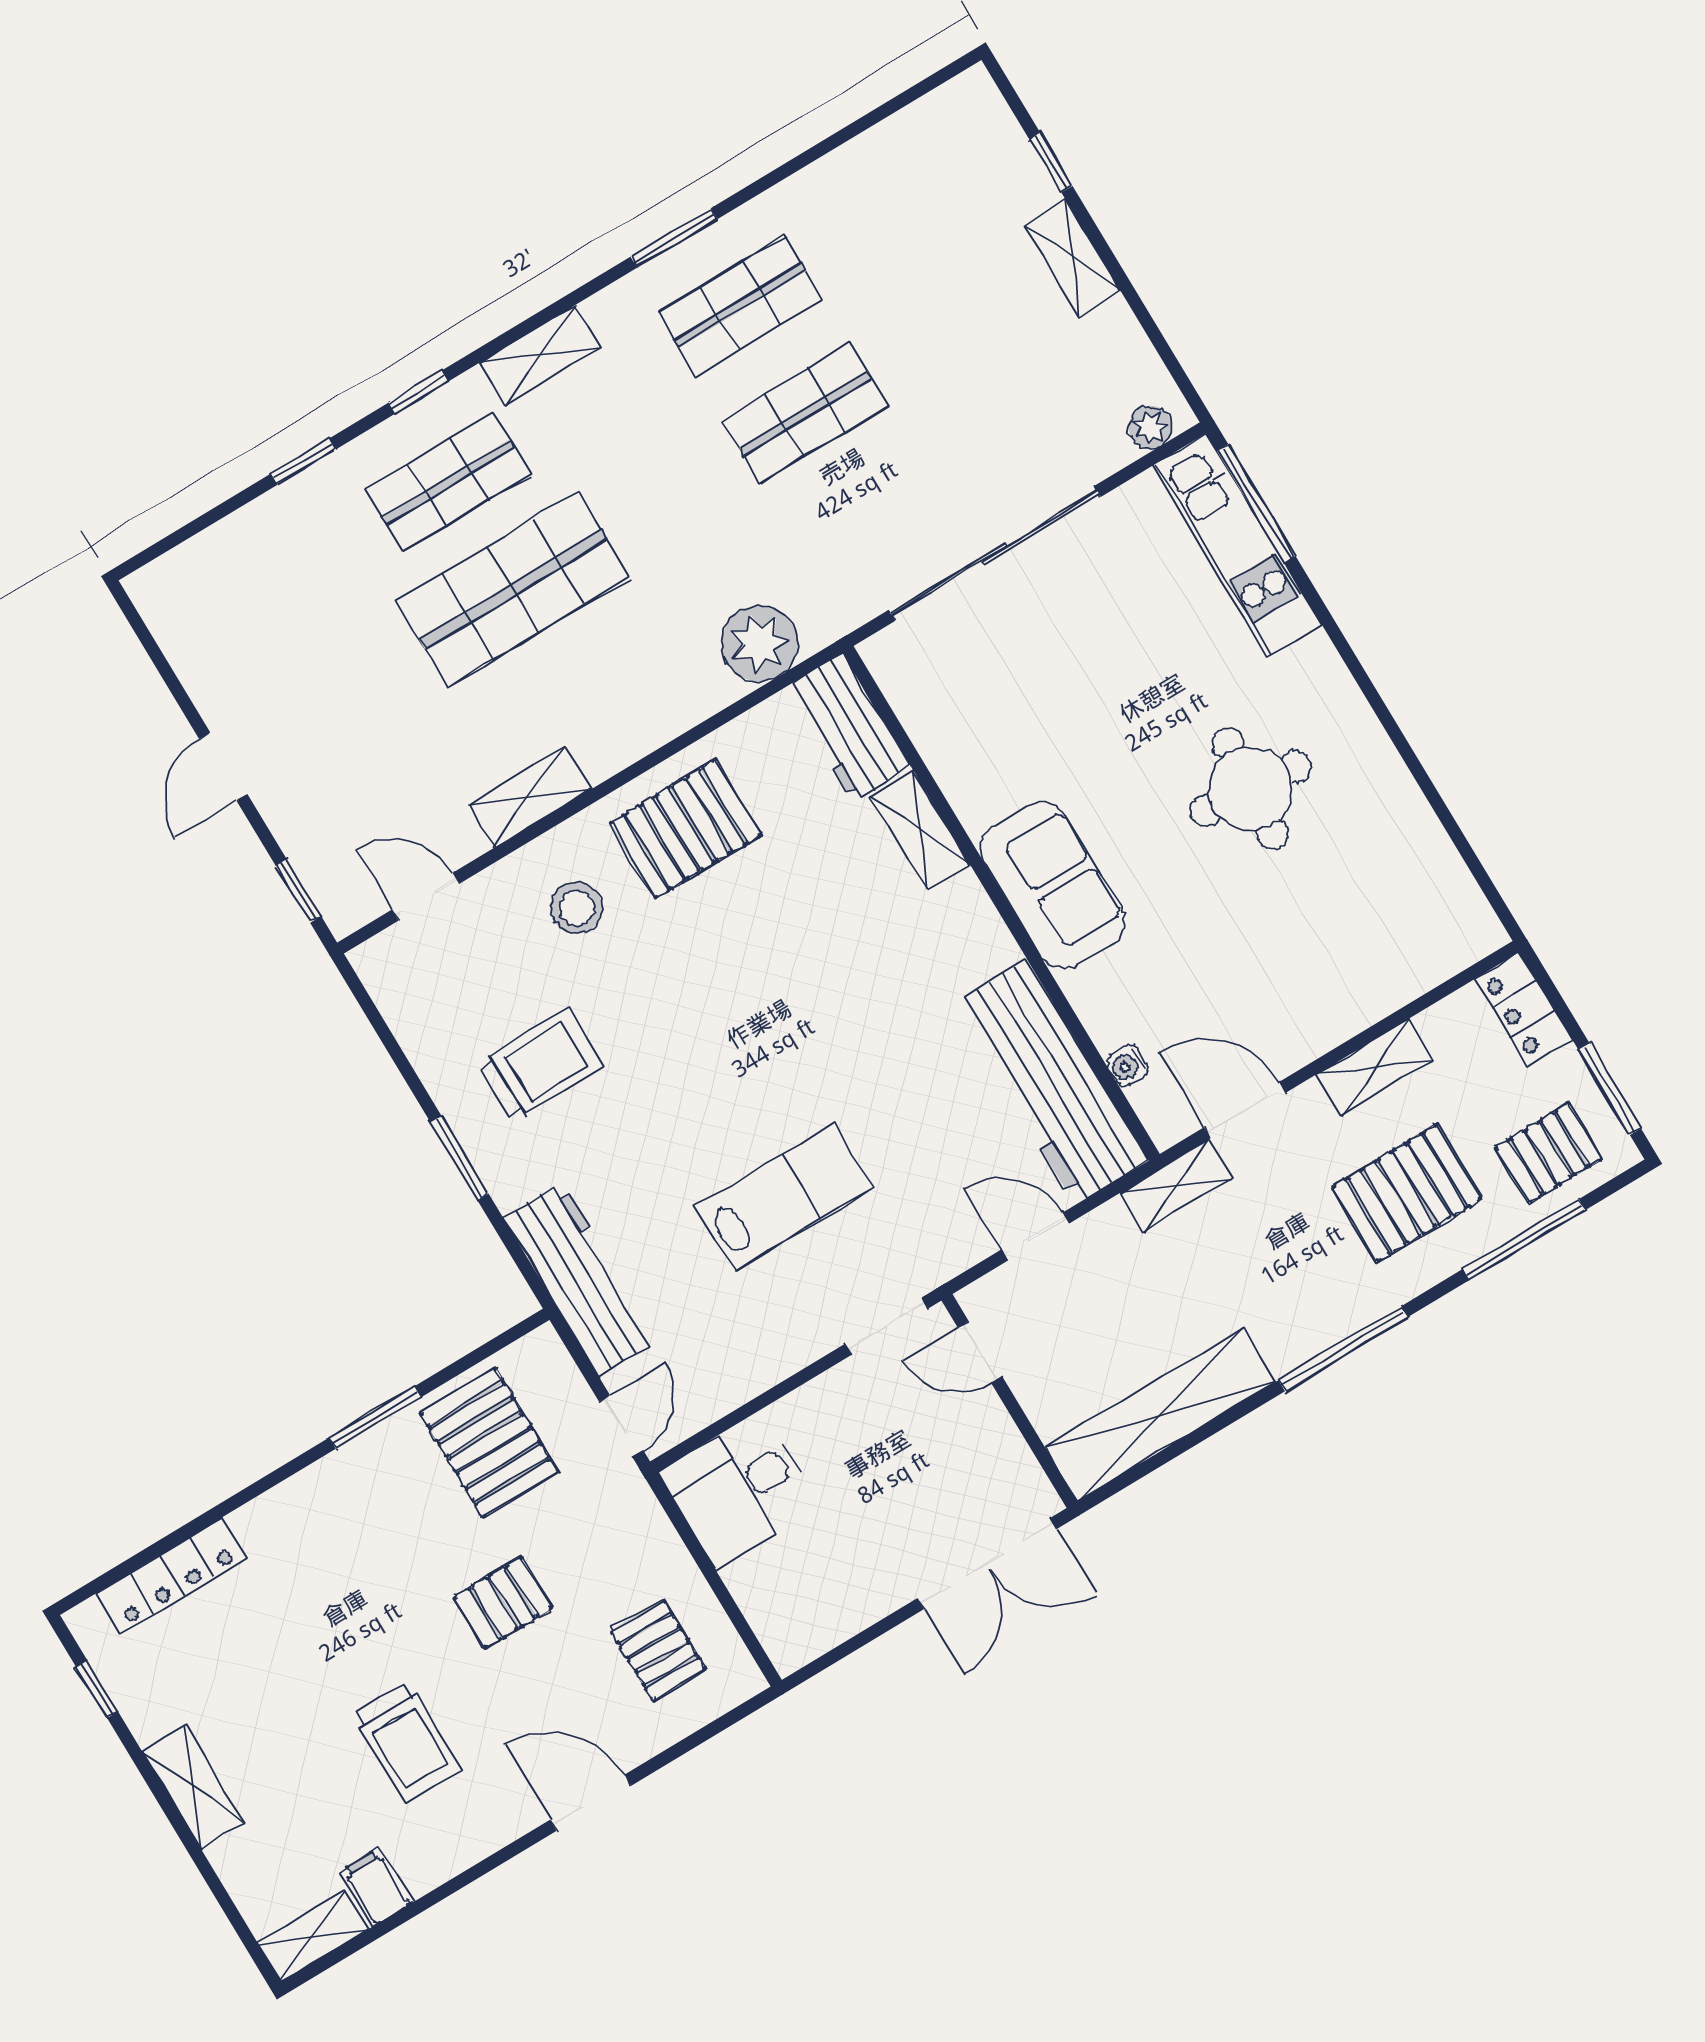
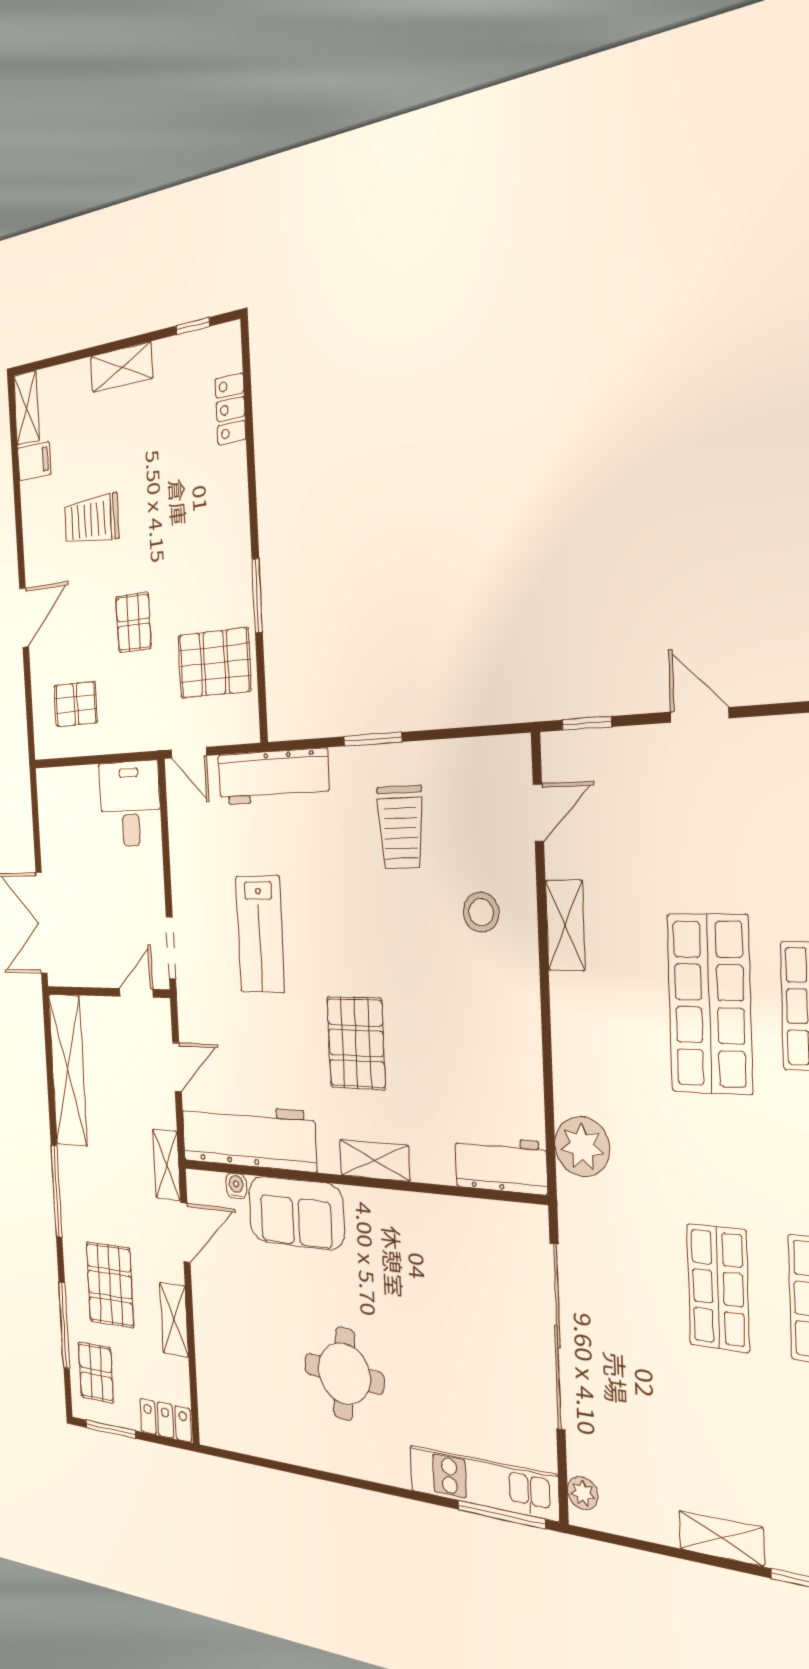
pallet: (686, 829) -> (356, 1043), moved
shelving: (921, 830) -> (375, 1160), moved
sofa: (1053, 886) -> (296, 1213), moved
locker: (172, 1576) -> (231, 409), width x0.66

